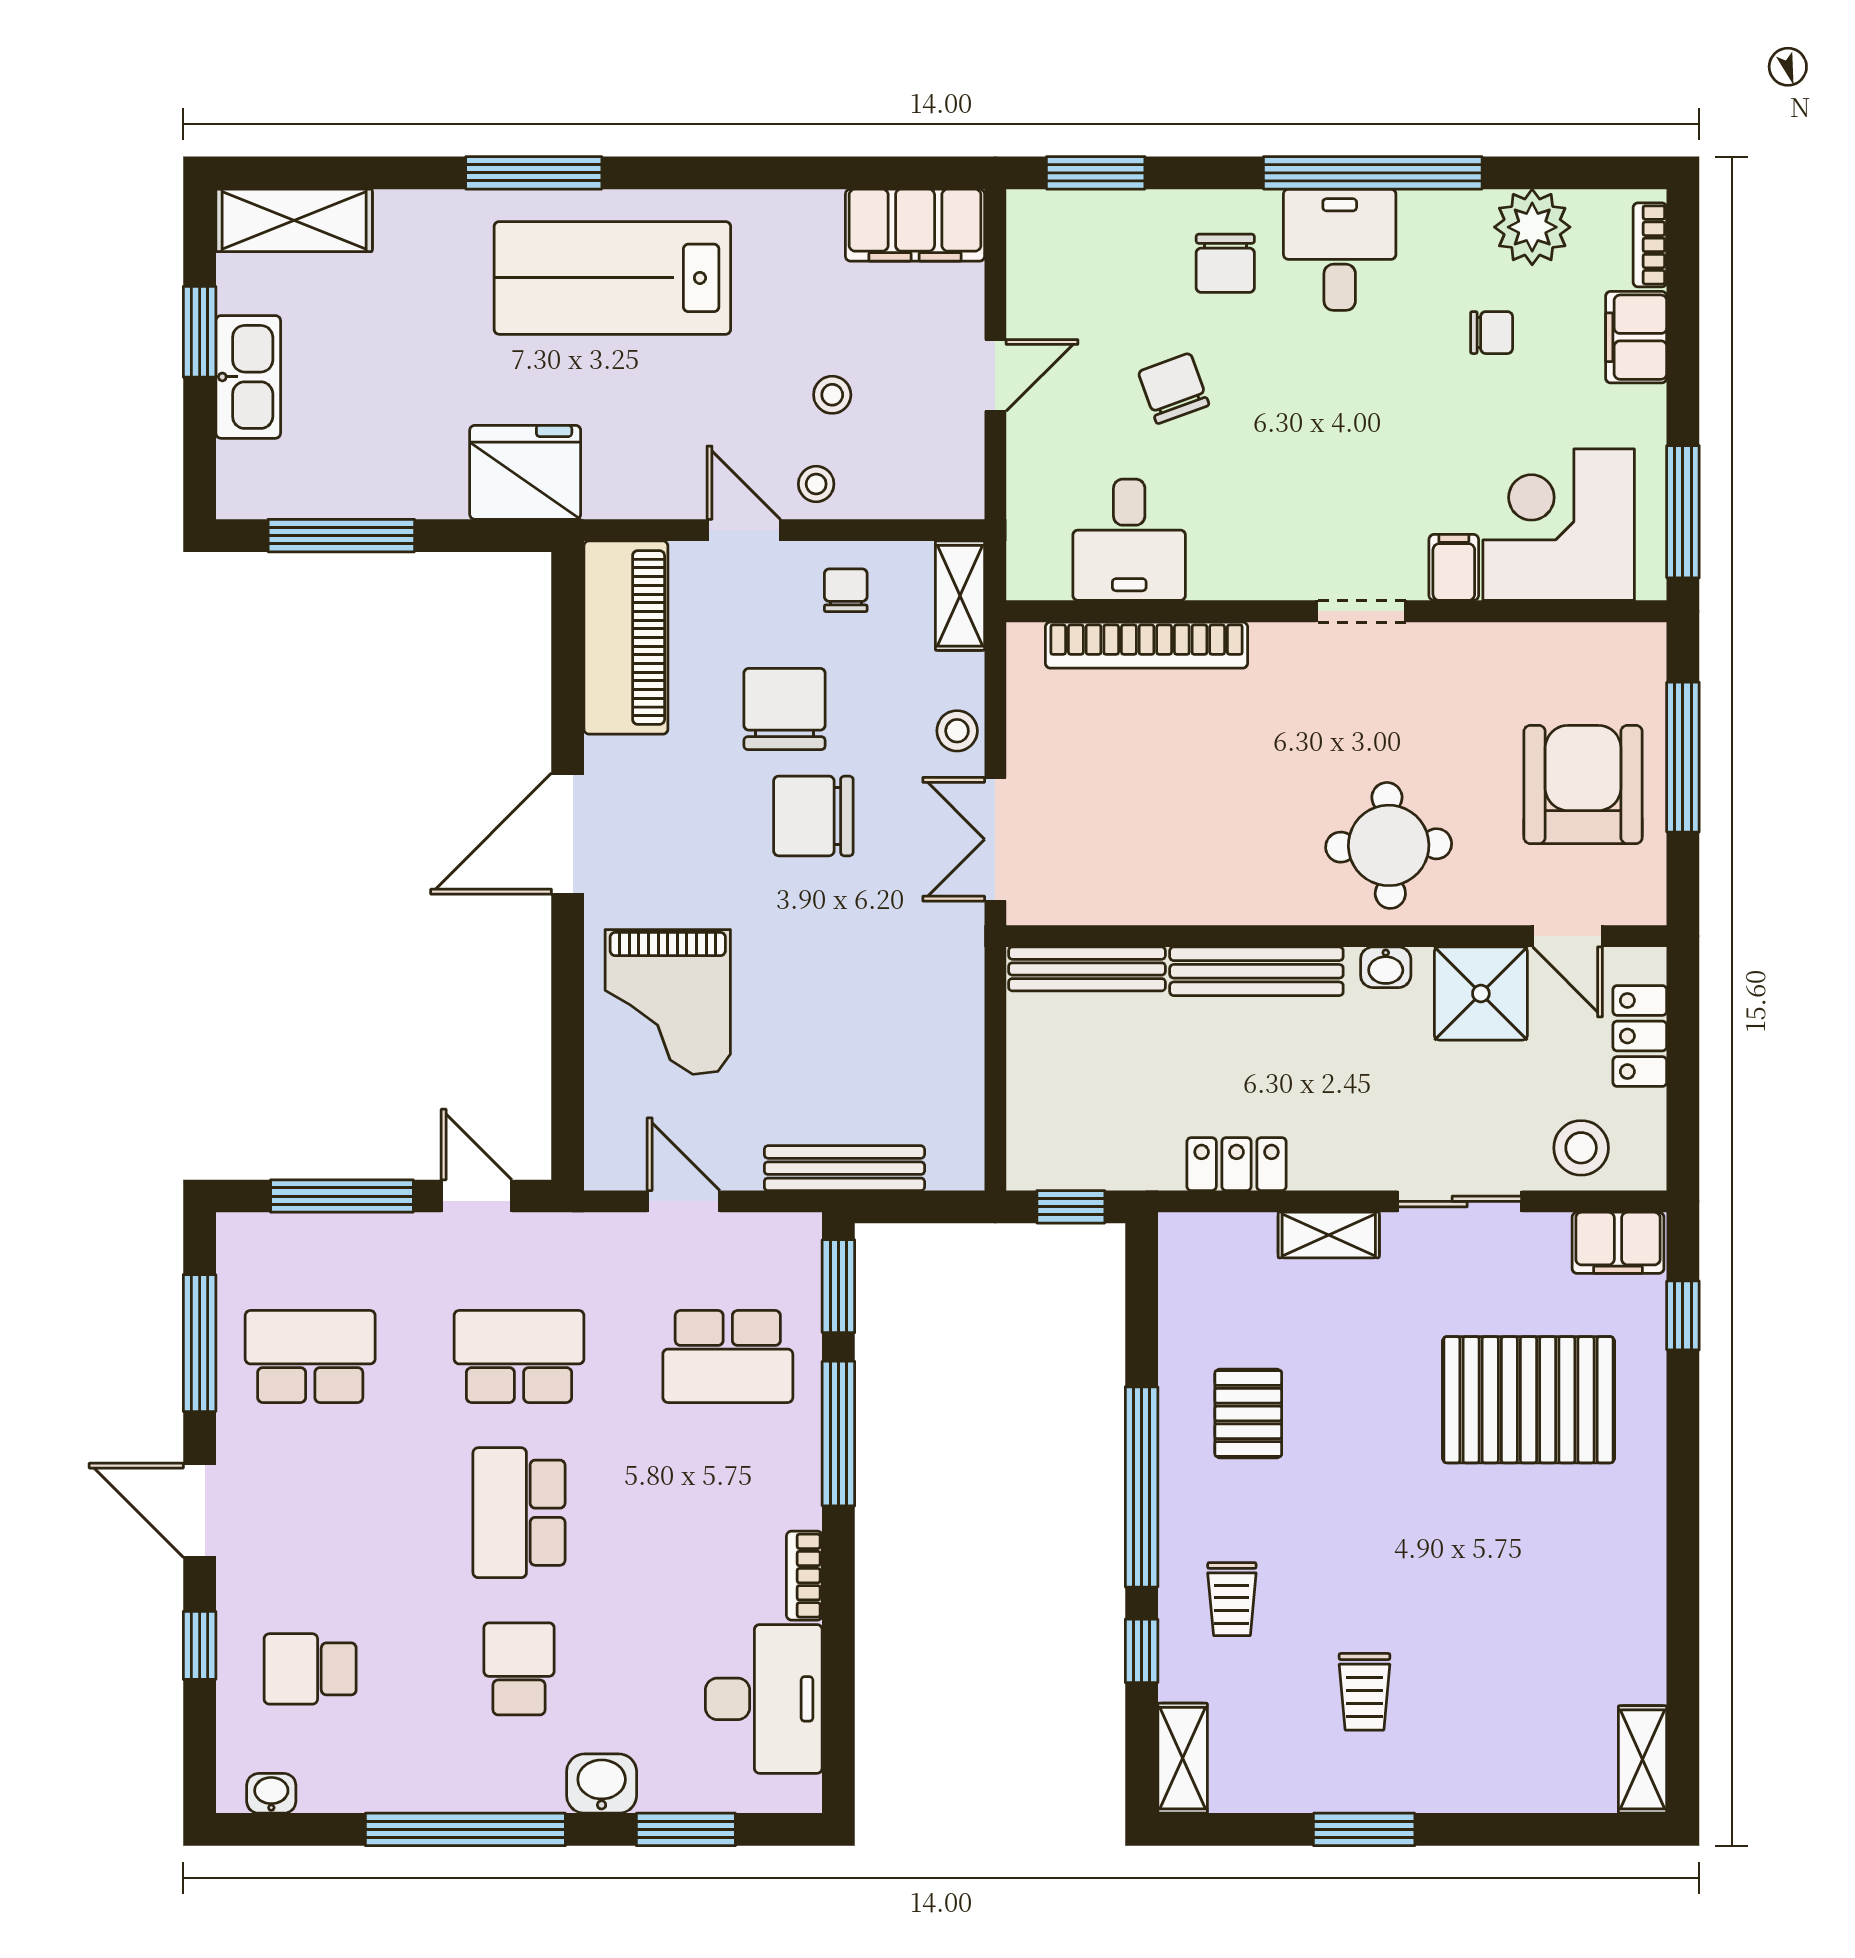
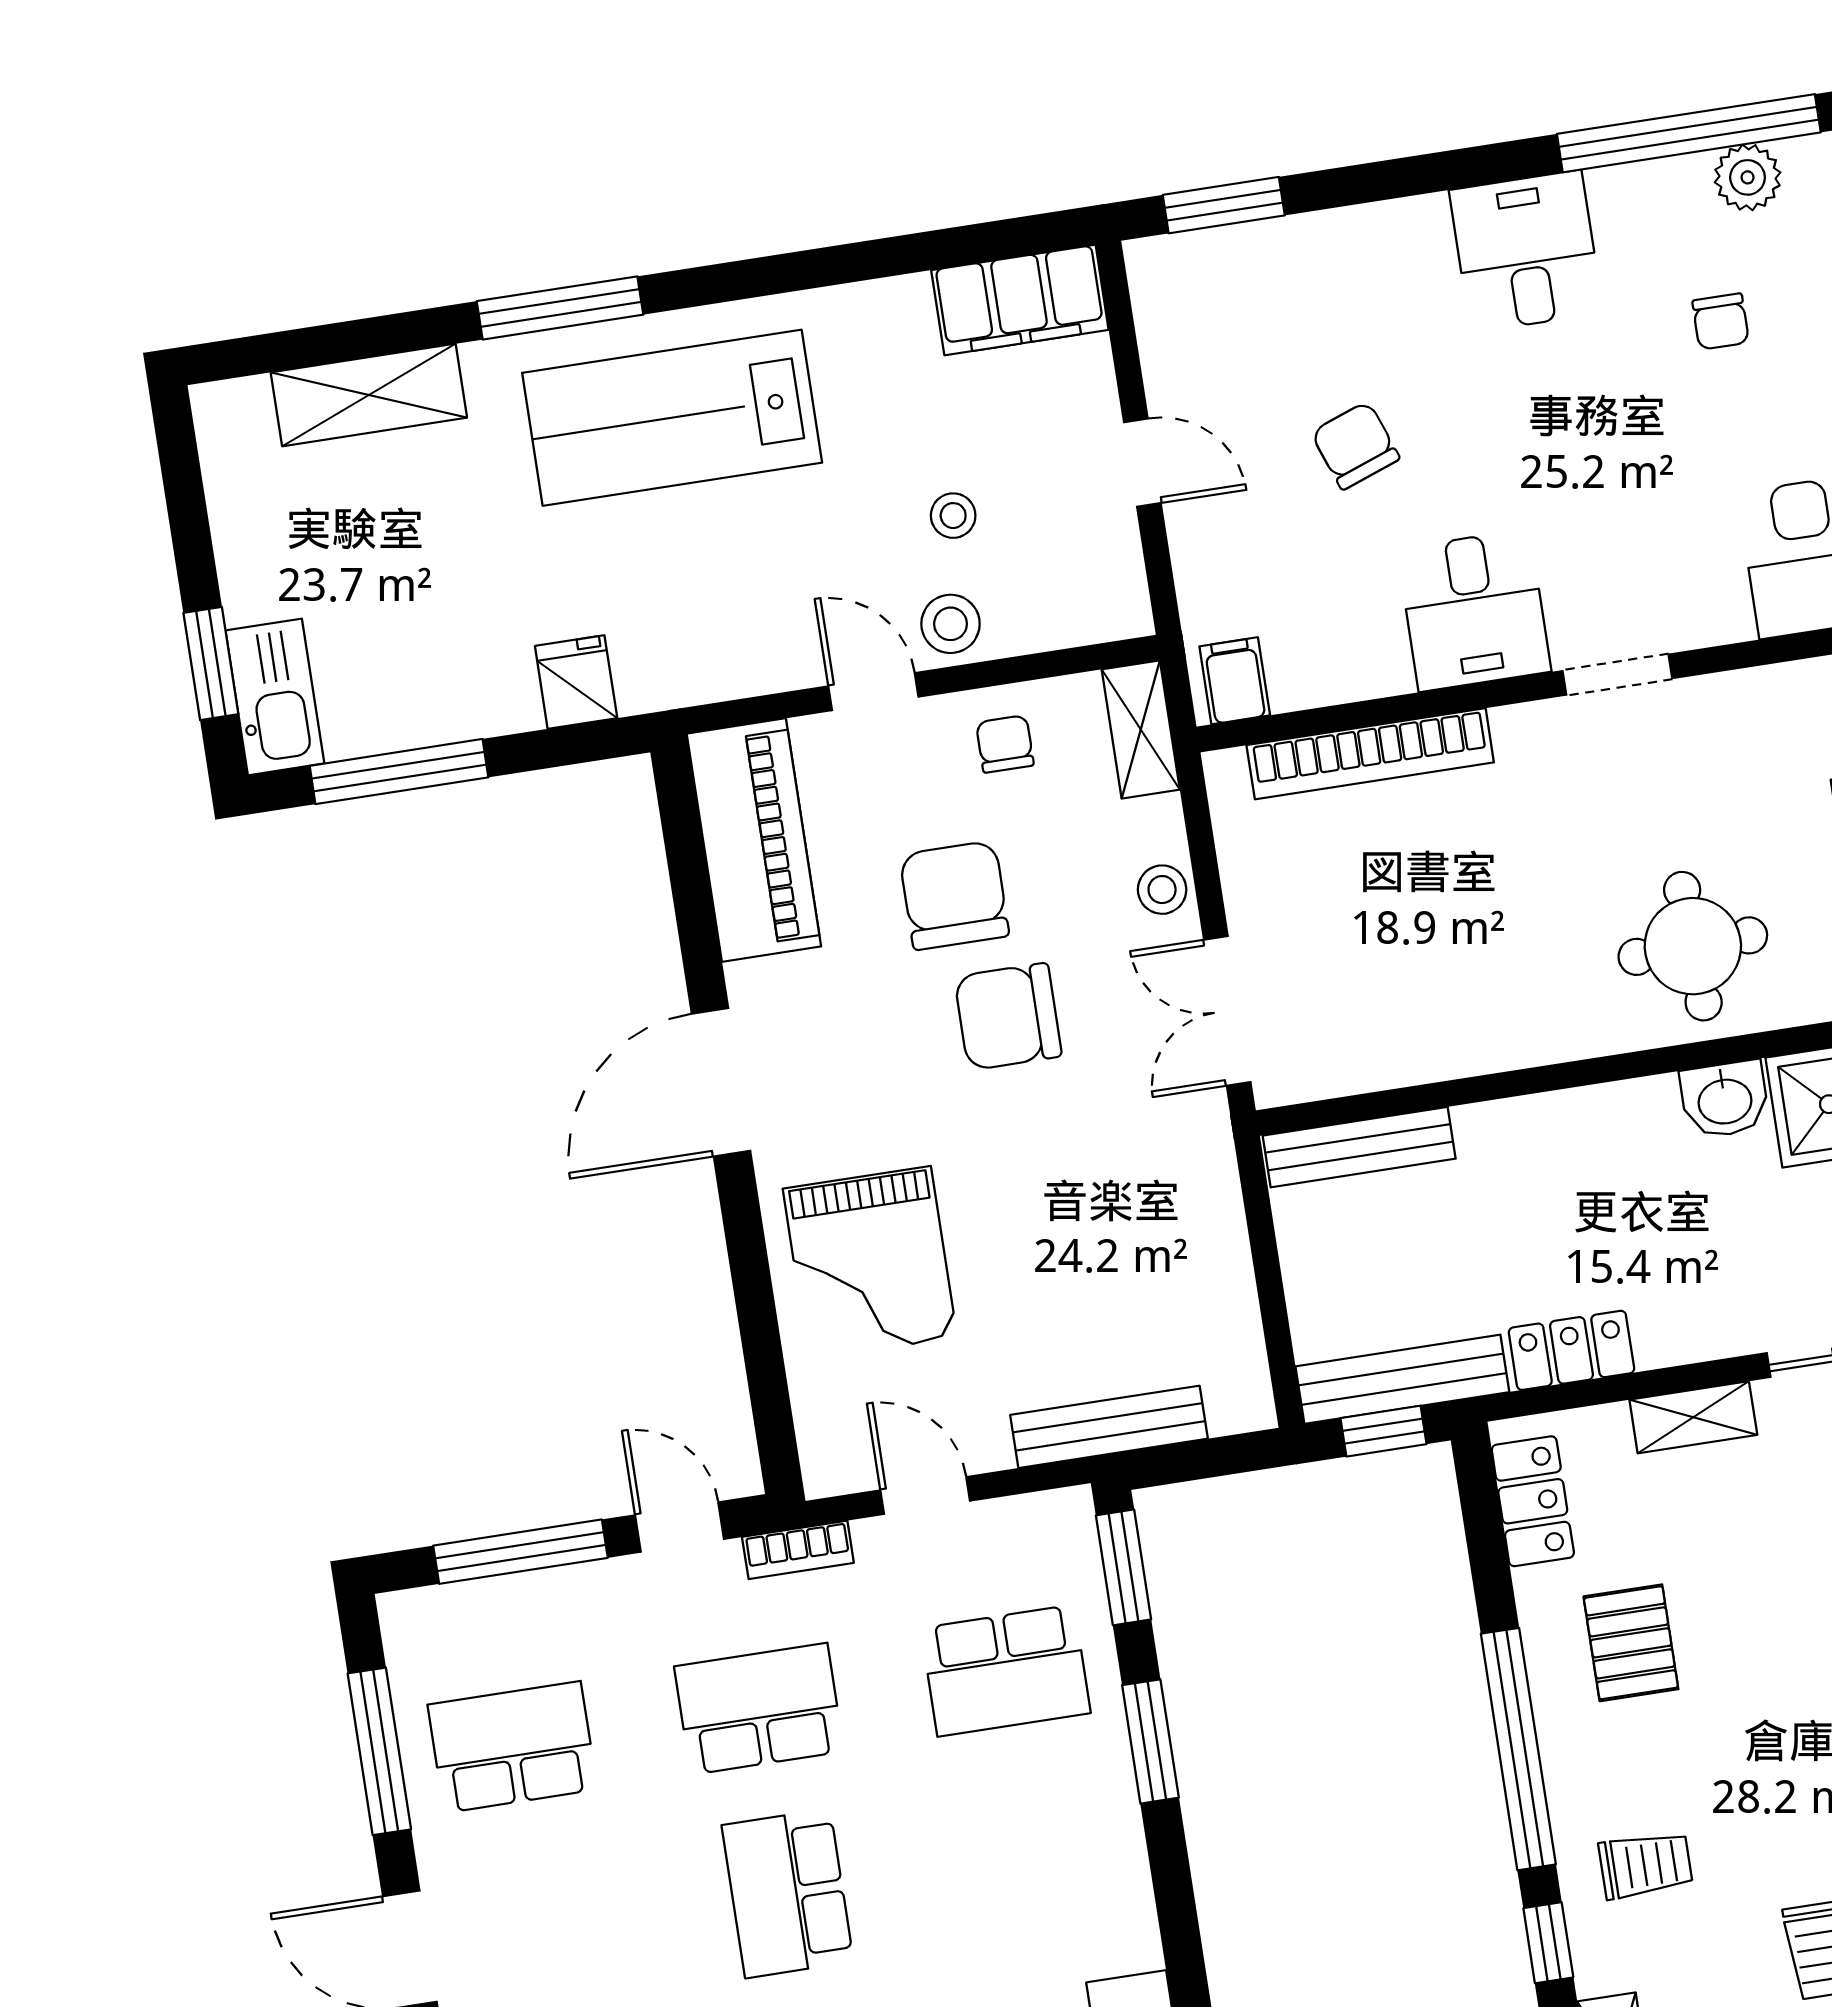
window: (1373, 173) -> (1689, 133), moved
shelving: (294, 220) -> (369, 395), moved
plant: (1532, 227) -> (1748, 177), width x0.73, depth x0.73
chair: (1225, 263) -> (1393, 288), removed
window: (200, 332) -> (211, 663), moved
chair: (1492, 333) -> (1721, 321), turned 90
door: (995, 375) -> (1142, 463), hinge flipped
kitchen sink: (248, 377) -> (275, 697), moved
fridge: (525, 472) -> (576, 682), width x0.53, depth x0.75
stool: (816, 484) -> (951, 624), width x1.37, depth x1.37
desk: (1129, 540) -> (1474, 610), moved
filing cabinet: (1454, 567) -> (1235, 681), moved
washbasin: (1386, 967) -> (1725, 1100), width x1.38, depth x1.45
bench: (1256, 971) -> (1402, 1379), moved
locker: (1185, 1284) -> (1533, 1501), added
window: (838, 1434) -> (1150, 1741), width x0.69
bookcase: (804, 1576) -> (798, 1550), moved, turned -90
trolley: (1232, 1599) -> (1646, 1865), turned -90

